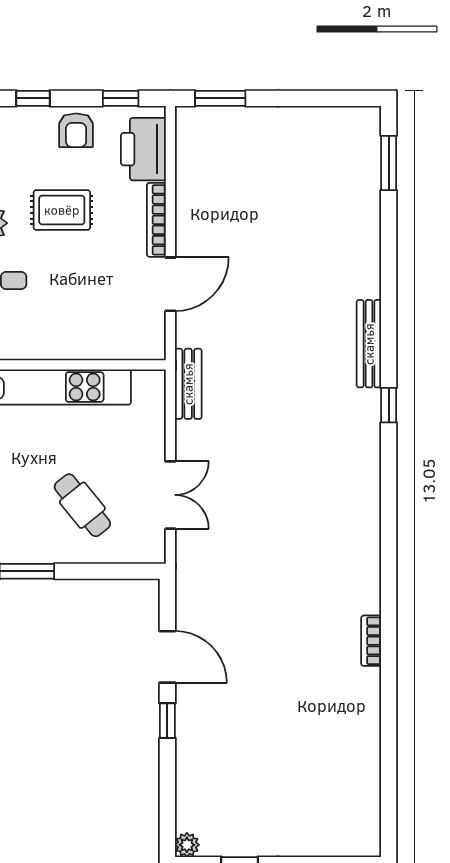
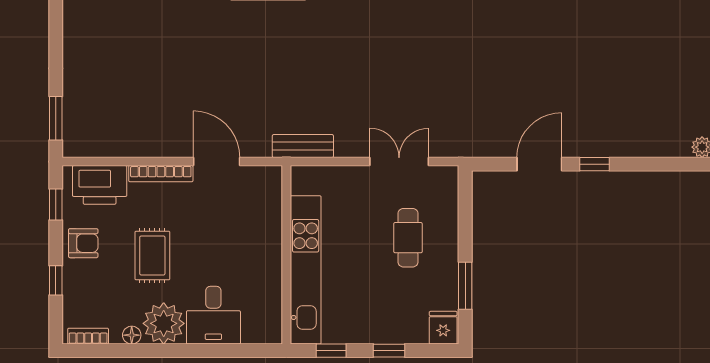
cafe table: (82, 505) -> (408, 238), turned -51

